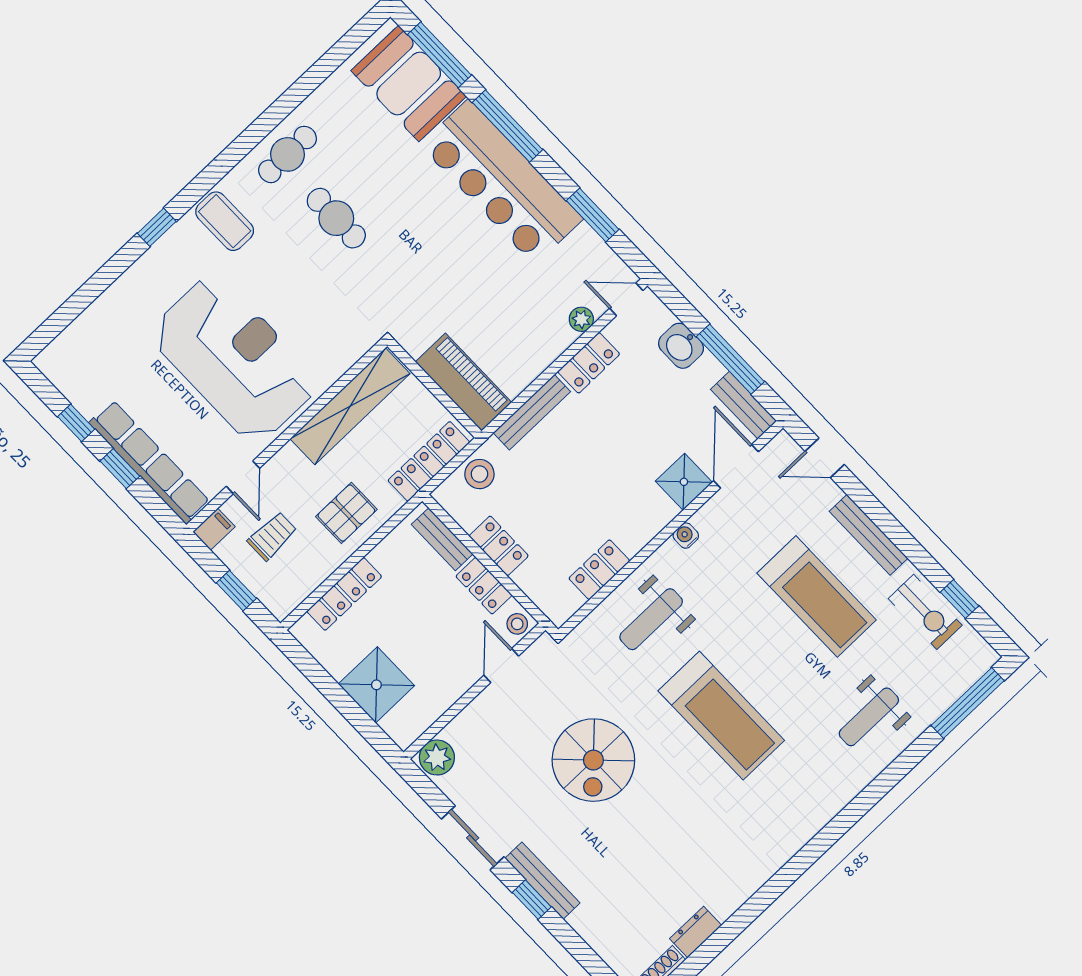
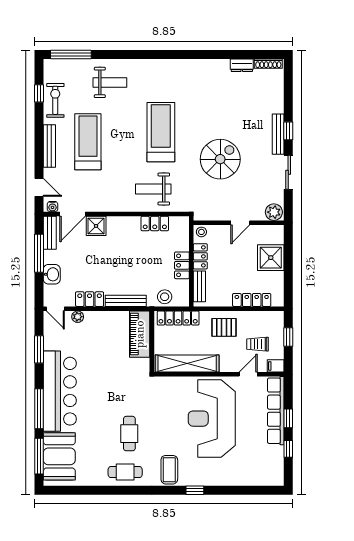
water cooler: (686, 536) -> (53, 207), moved
weight bench: (651, 619) -> (153, 189), turned 180
door: (501, 666) -> (240, 223), moved

